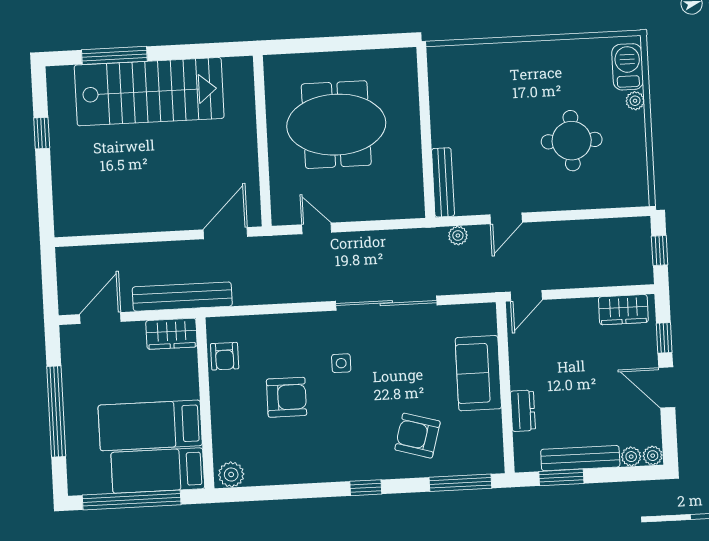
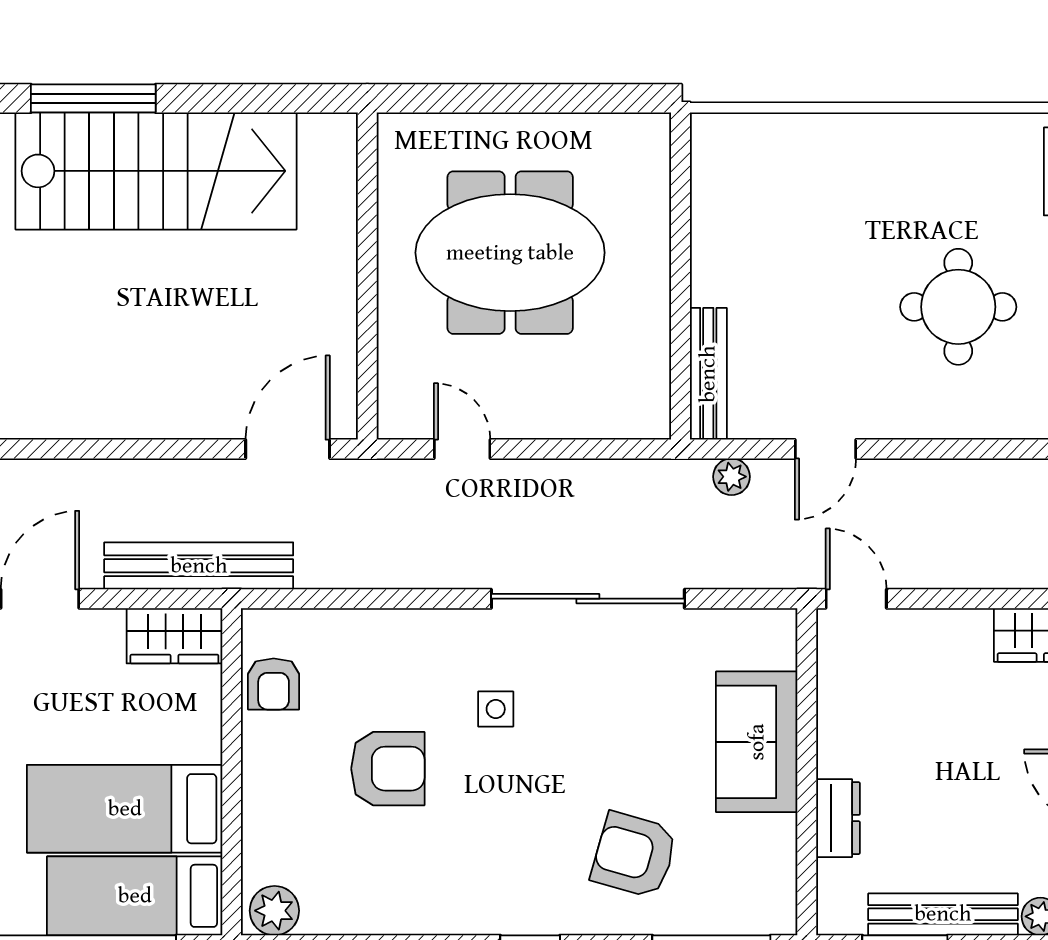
door: (526, 296) -> (856, 599), swing flipped

